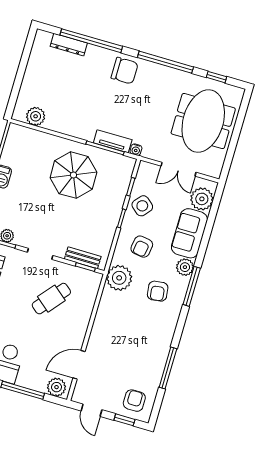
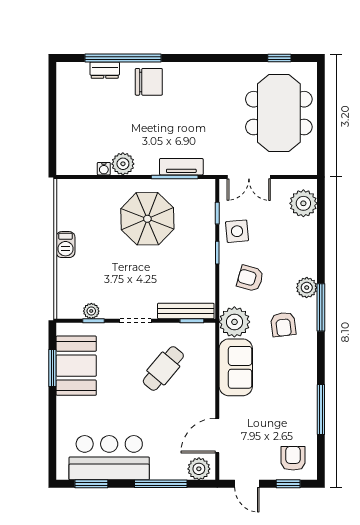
dresser: (69, 45) -> (105, 70), width x0.70
window: (165, 62) -> (216, 58), removed
chair: (125, 71) -> (149, 82), moved
plant: (36, 116) -> (123, 164), moved
water cooler: (136, 150) -> (104, 169), moved
double door: (178, 169) -> (249, 177), moved
side table: (142, 206) -> (237, 231), turned 45
sofa: (189, 233) -> (236, 367), moved, turned 180
armchair: (142, 247) -> (250, 278), turned 97
bench: (83, 258) -> (186, 311), width x1.36

